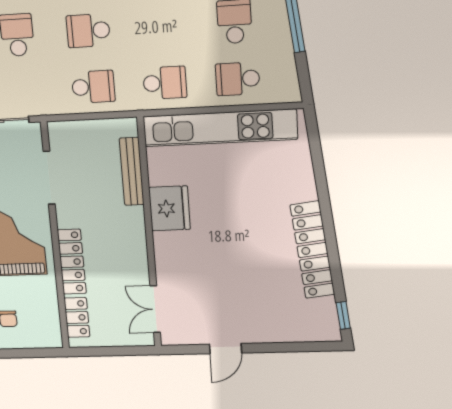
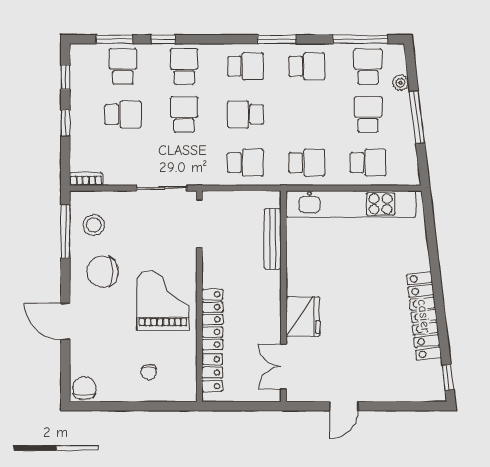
school desk: (238, 79) -> (368, 163), turned 180
doorway: (49, 178) -> (199, 224), moved
fridge: (169, 208) -> (303, 317), moved

